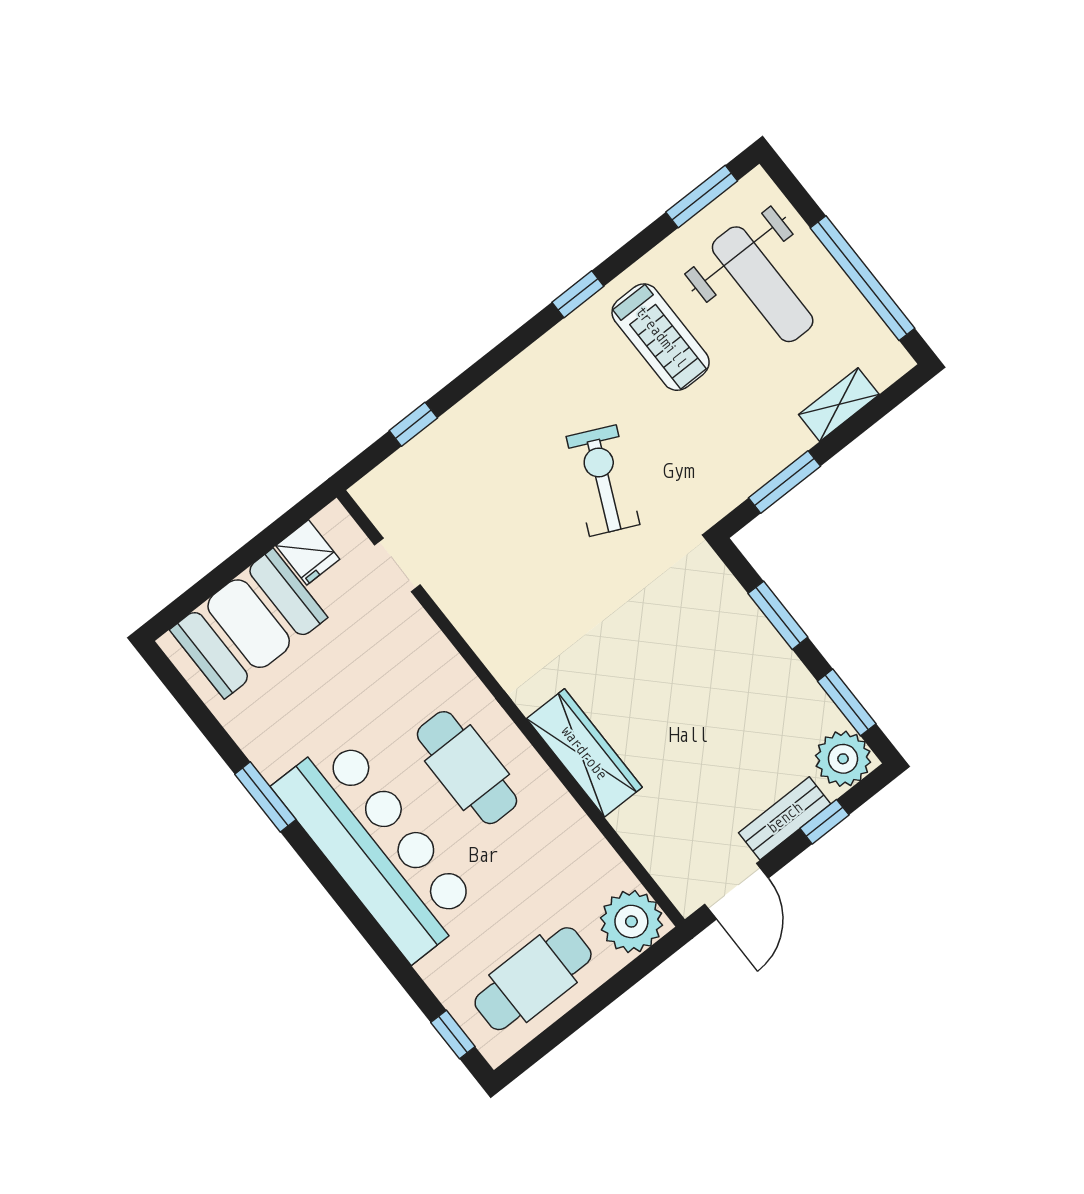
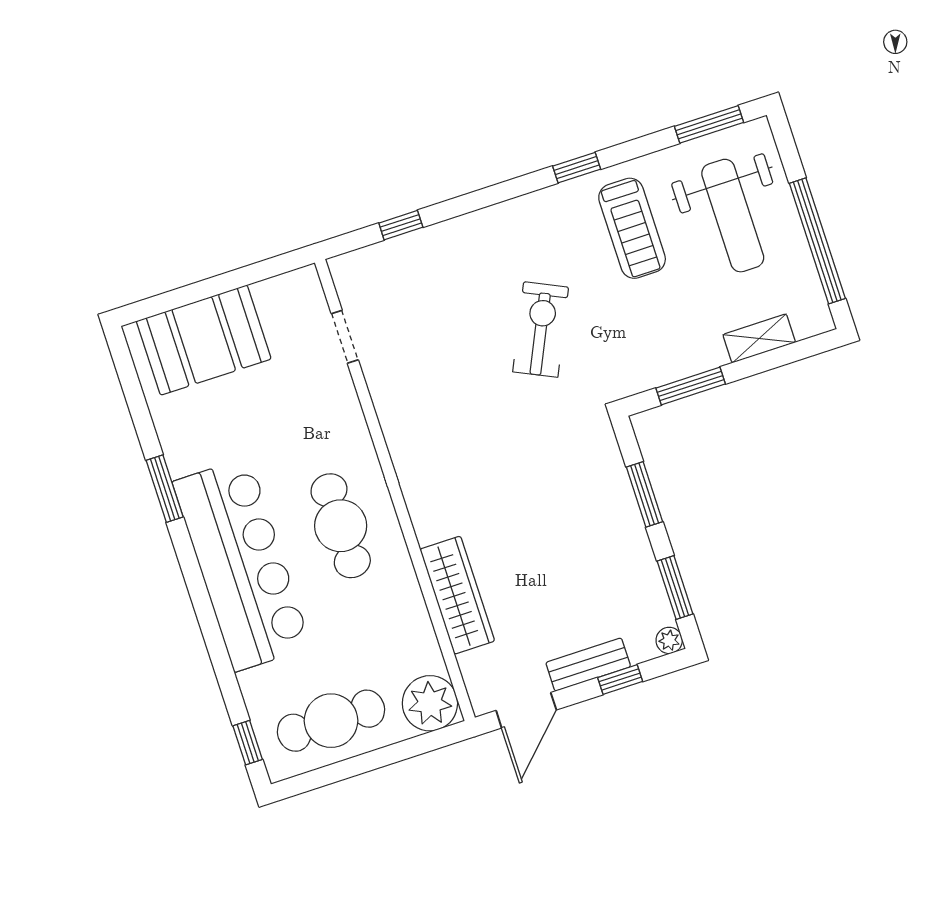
fridge: (308, 552) -> (274, 299), removed
wardrobe: (584, 753) -> (457, 595), moved
plant: (843, 759) -> (669, 640), width x0.53, depth x0.53

